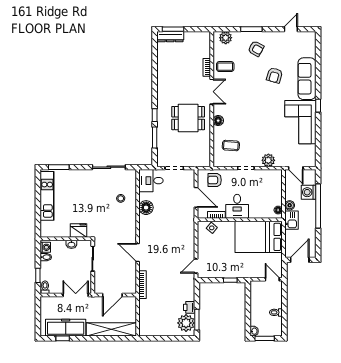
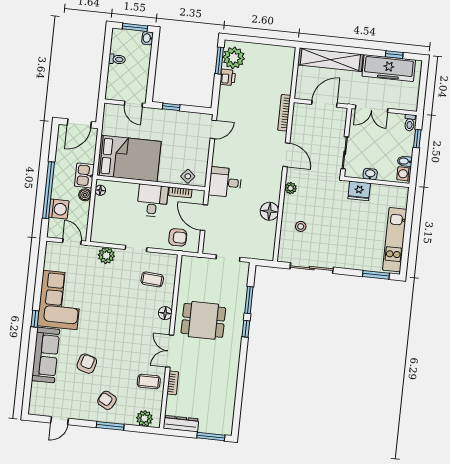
dresser: (170, 37) -> (181, 424), moved
desk: (151, 181) -> (225, 182), moved, turned 180
plant: (132, 227) -> (291, 188), added
door: (272, 279) -> (133, 104), moved

